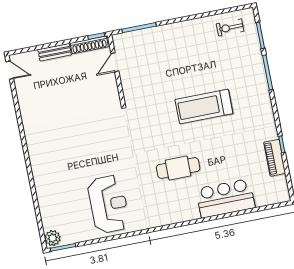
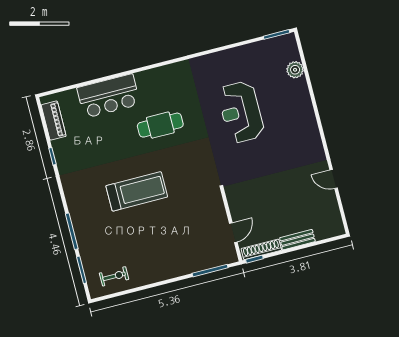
door: (10, 70) -> (334, 179), moved
piano: (275, 158) -> (54, 121), moved
reception desk: (109, 204) -> (241, 112), moved
plant: (53, 238) -> (295, 70), moved

